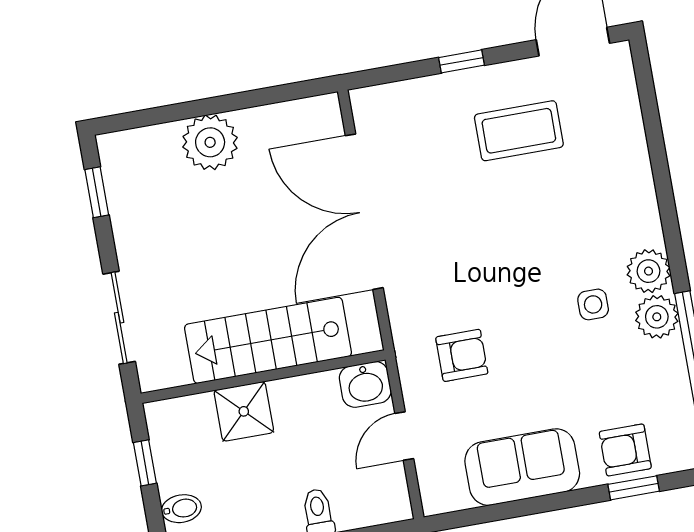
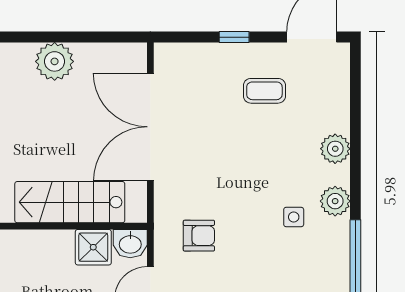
coffee table: (519, 131) -> (264, 91), width x0.73, depth x0.77
plant: (657, 317) -> (335, 149), moved
shower: (244, 411) -> (93, 247), moved

